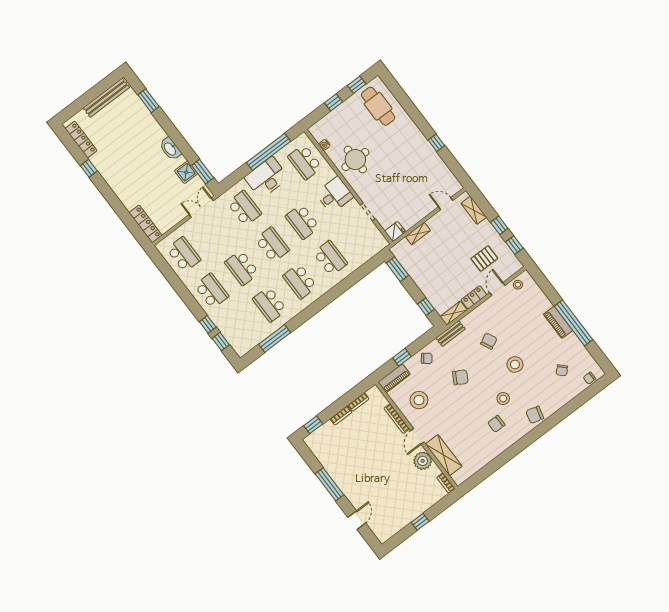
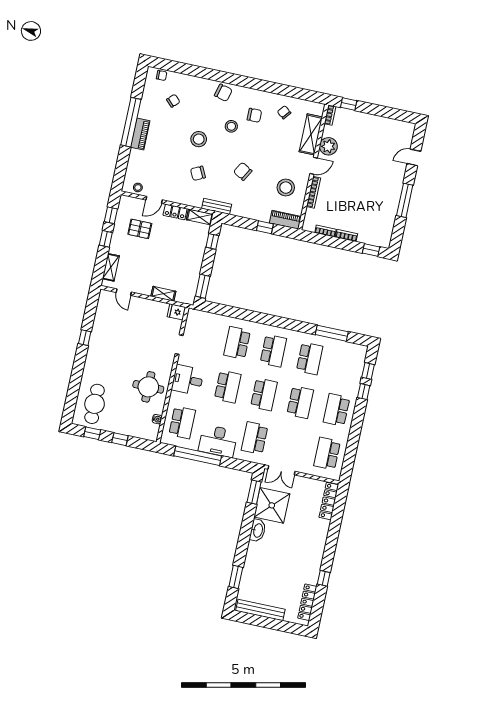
shower: (186, 172) -> (272, 505), width x1.86, depth x1.86
school desk: (272, 245) -> (264, 394), turned 180
chair: (427, 358) -> (284, 112), moved
window: (420, 522) -> (349, 104), moved

